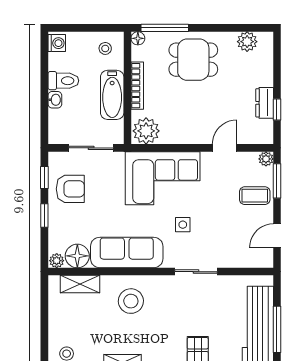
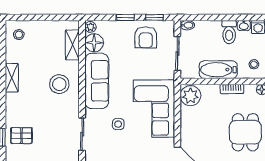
bookcase: (137, 86) -> (232, 89), width x0.64
washbasin: (55, 100) -> (244, 26), moved
bidet: (54, 135) -> (187, 25), added

